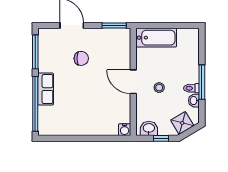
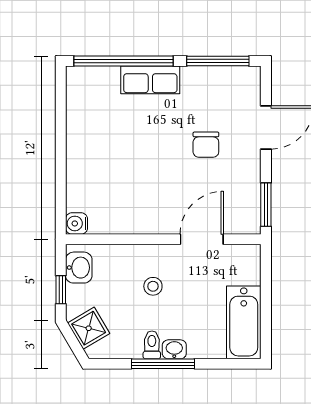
bathtub: (156, 38) -> (244, 322), moved
door: (133, 82) -> (202, 239), moved
washbasin: (194, 101) -> (174, 349), moved

